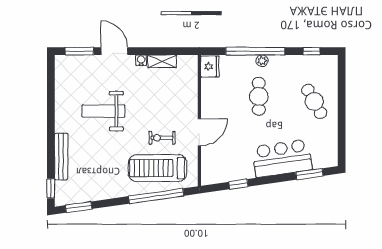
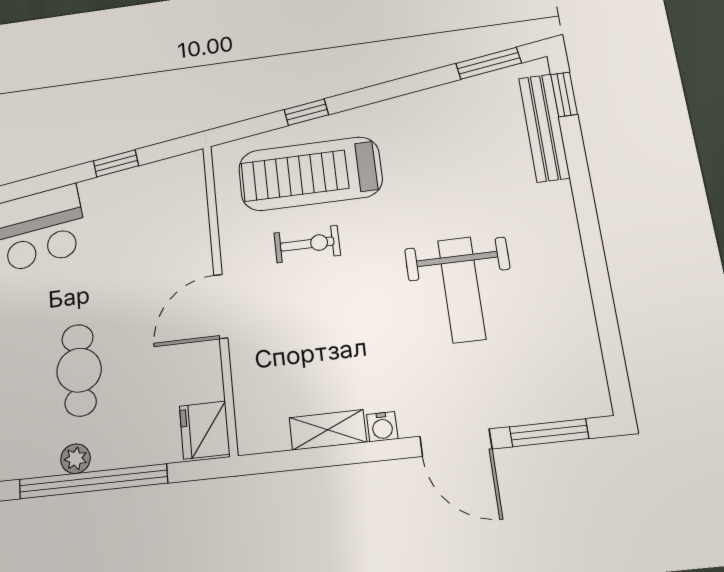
weight bench: (104, 111) -> (462, 290), turned 90
door: (199, 132) -> (221, 306), moved
bench: (61, 157) -> (544, 128), moved
treadmill: (158, 168) -> (310, 174), turned 180
window: (156, 196) -> (306, 112), width x0.32

